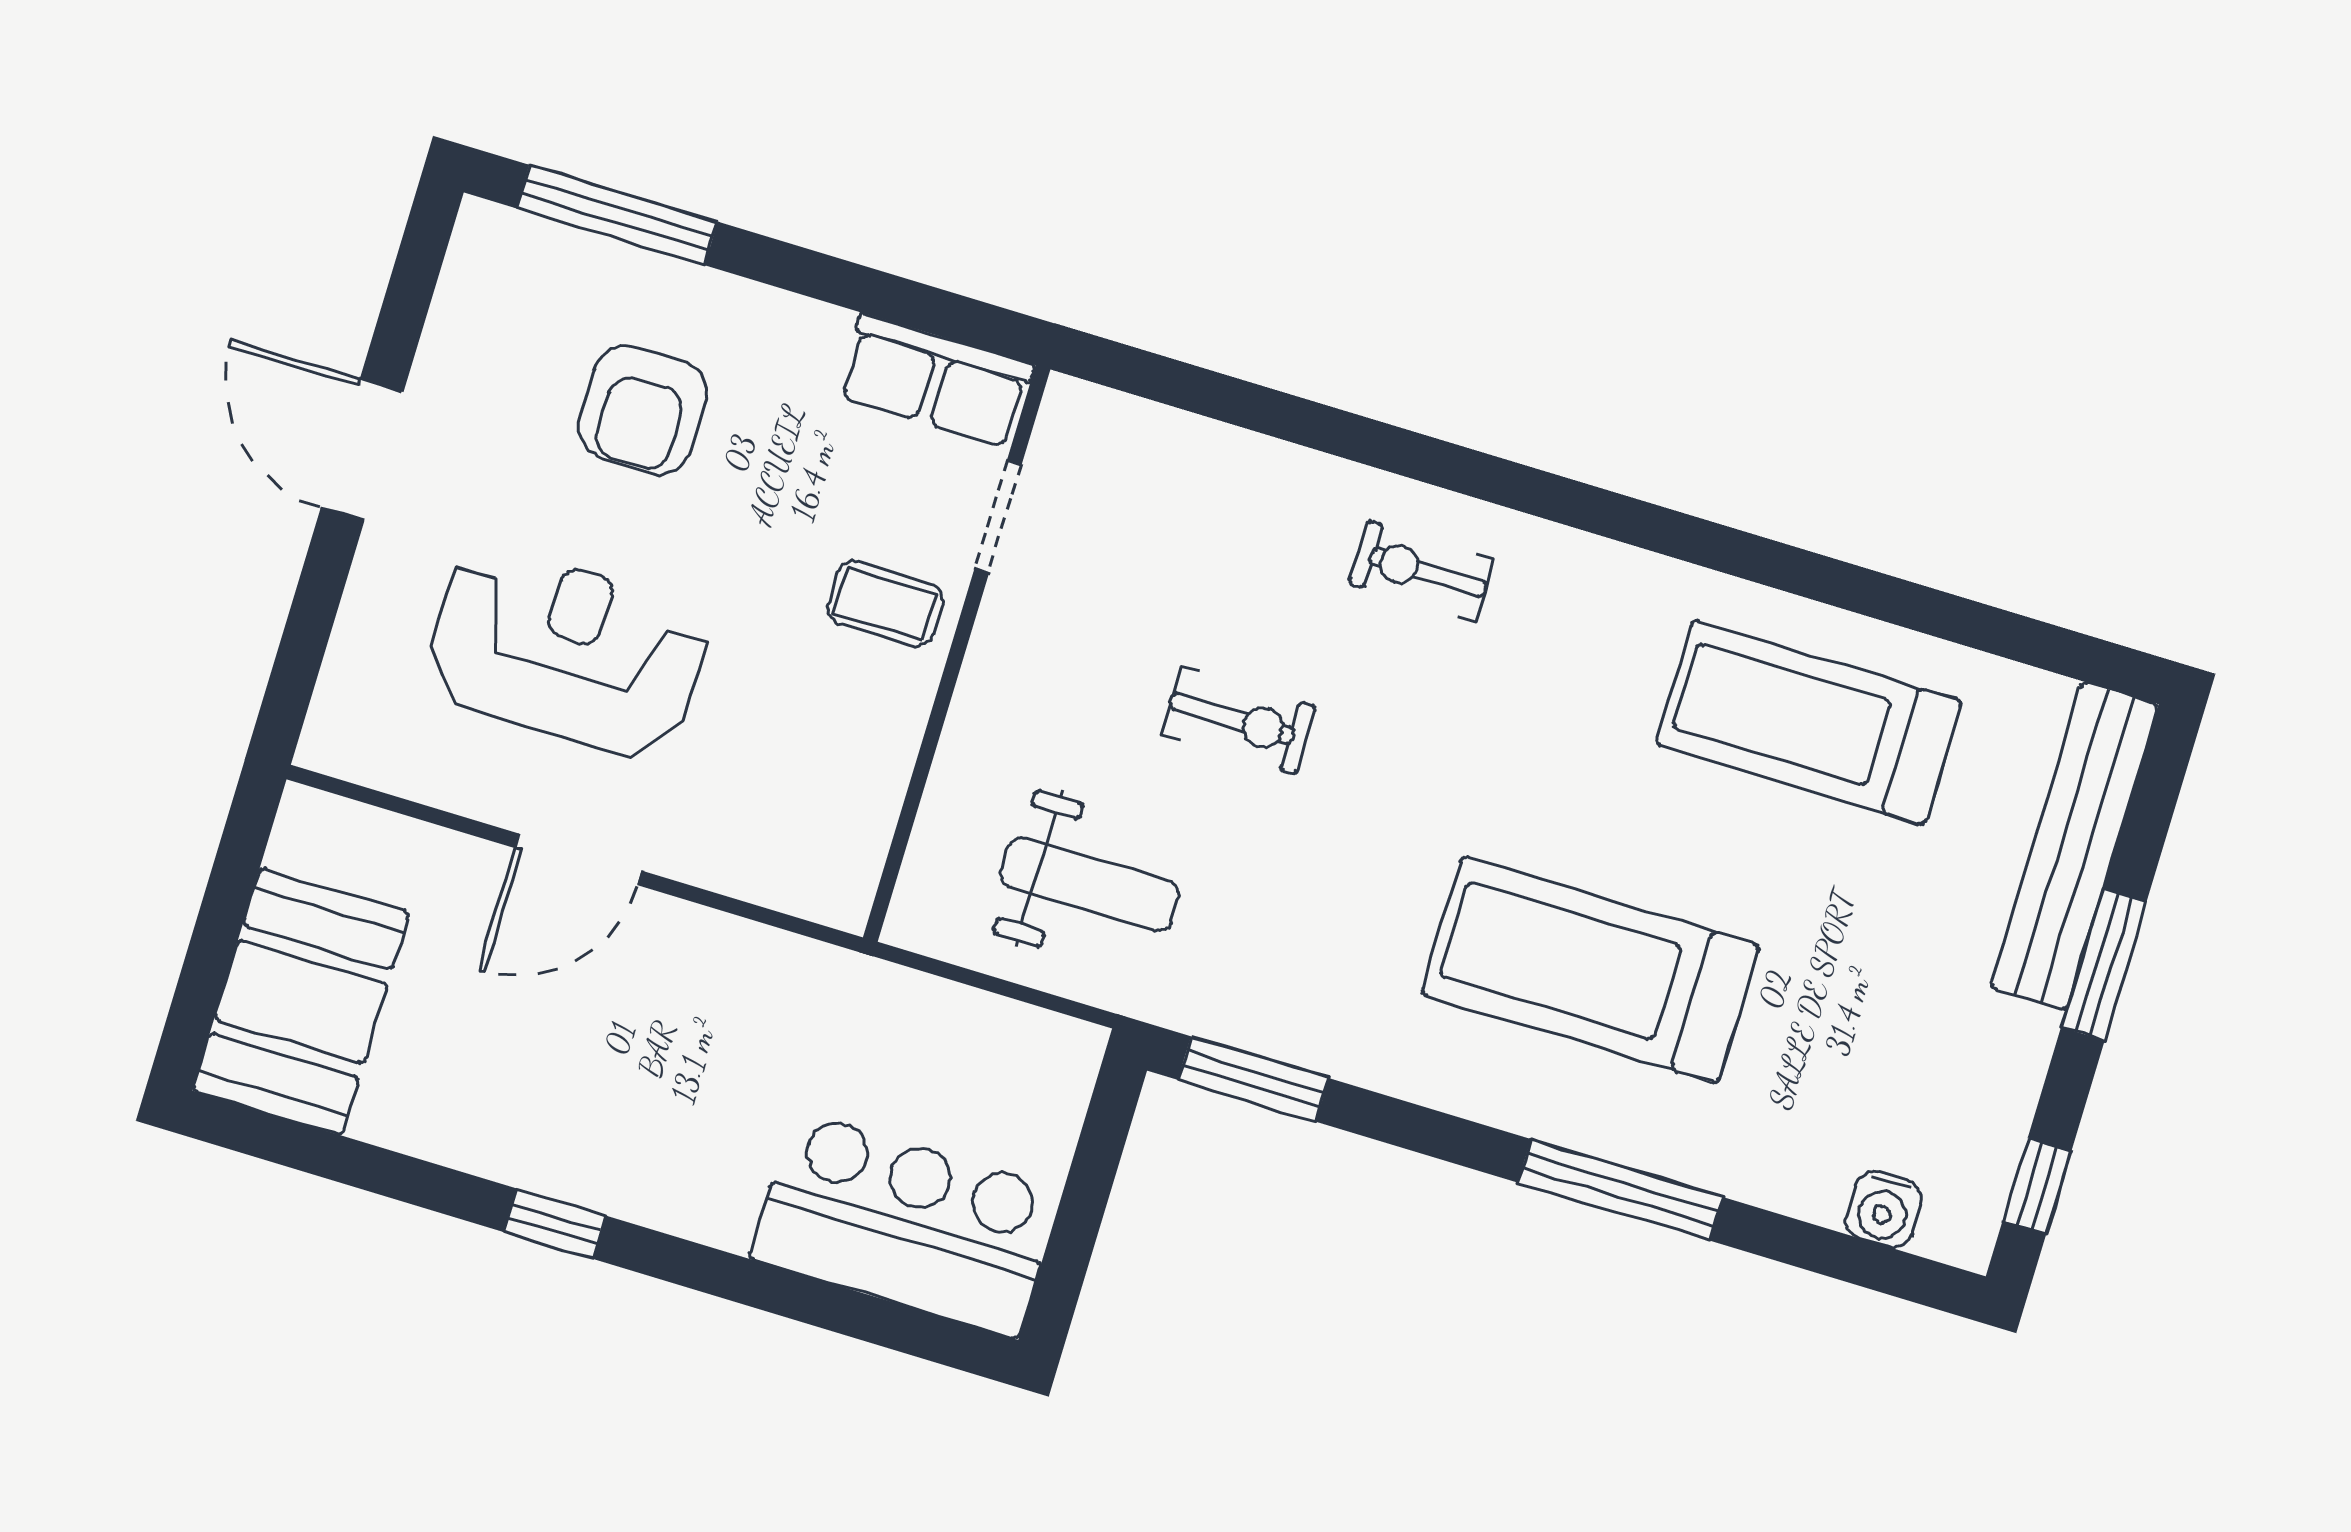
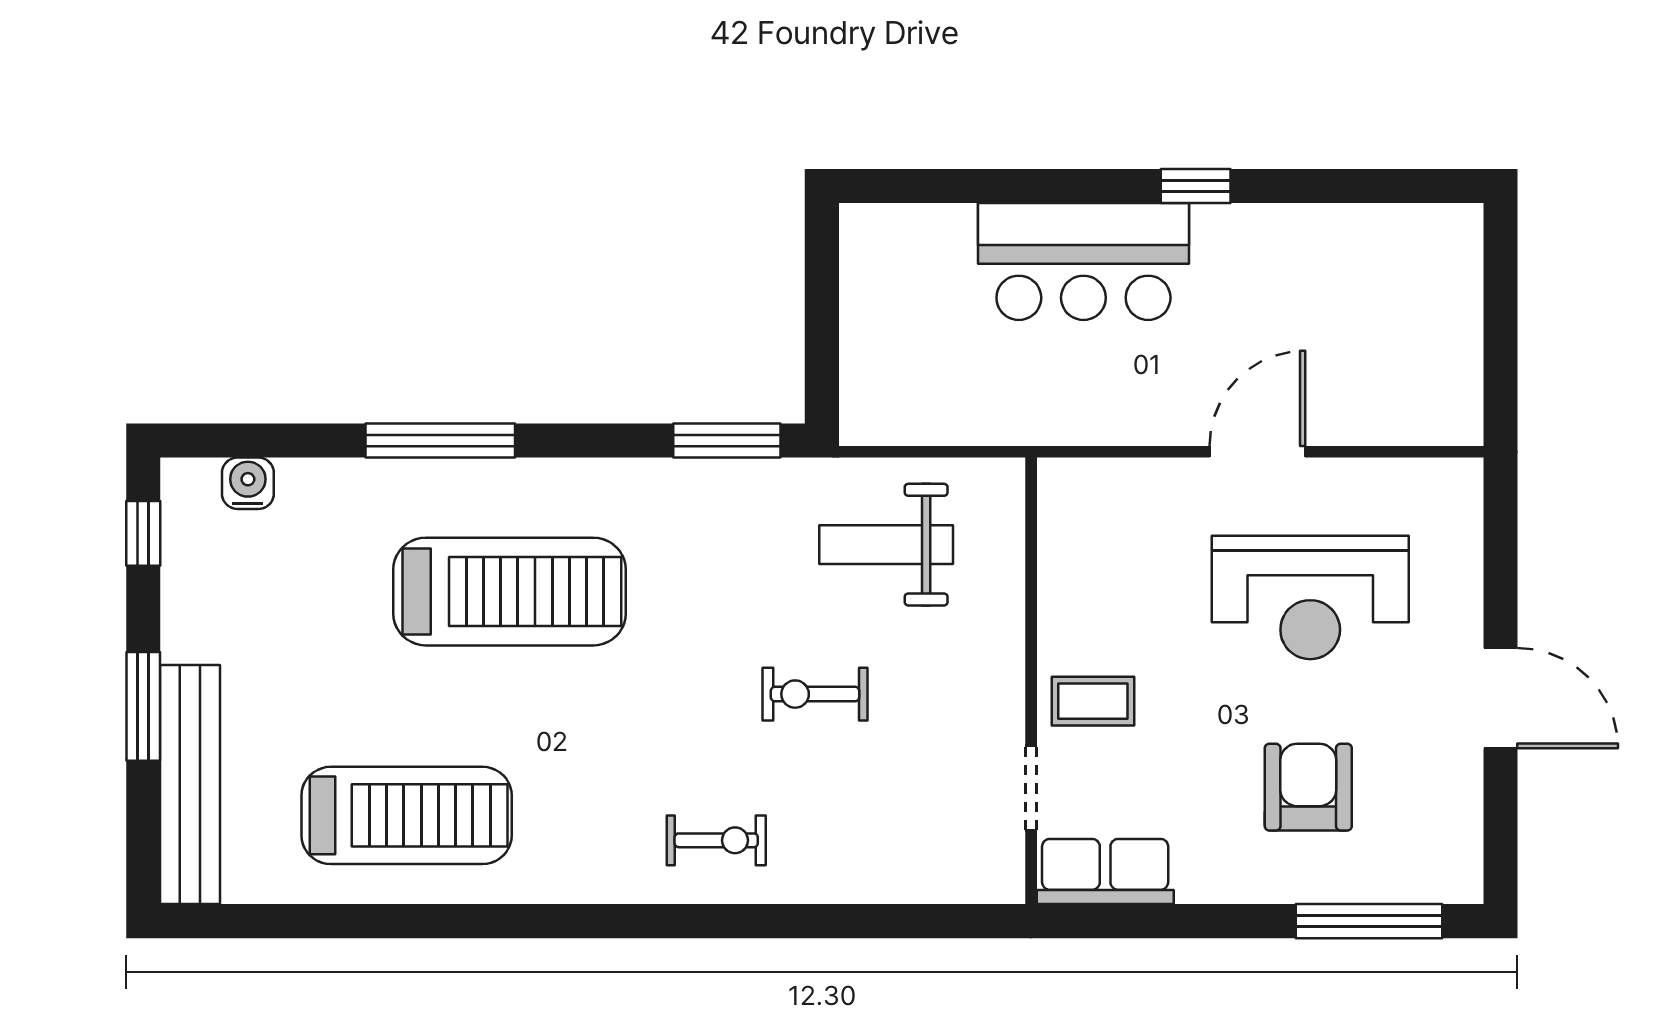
booth: (301, 1002) -> (1425, 290), removed
bar counter: (906, 1224) -> (1083, 262), moved

